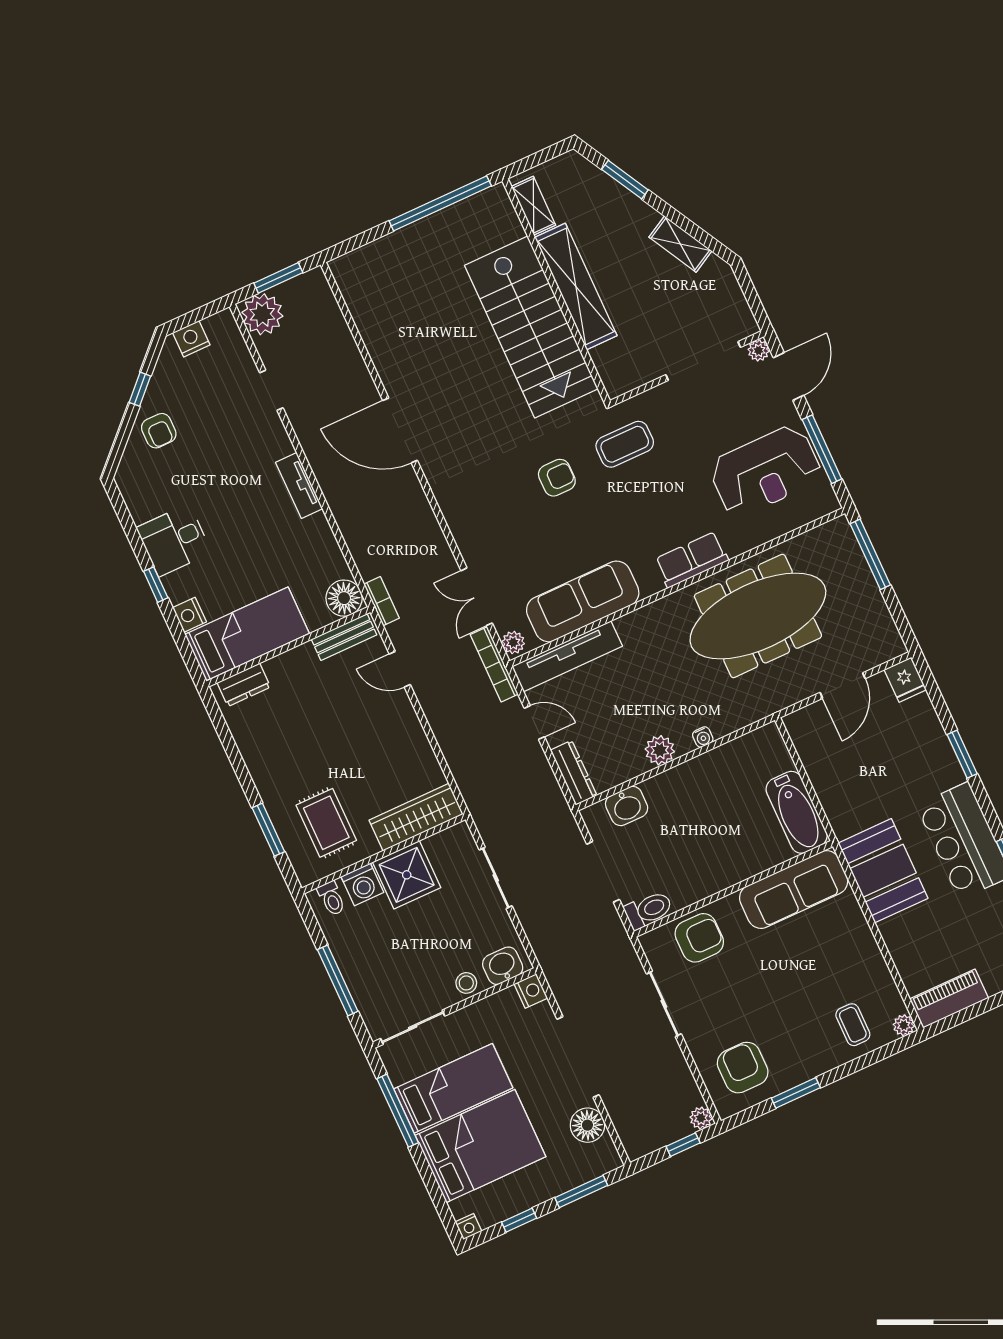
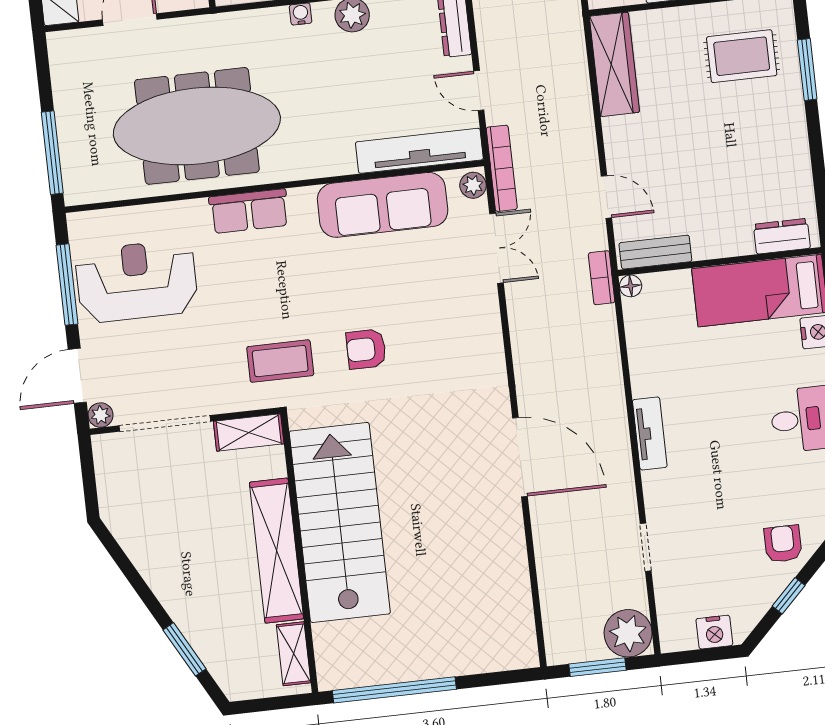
shelving: (680, 244) -> (249, 433), moved, turned -61
floor lamp: (344, 598) -> (631, 286), width x0.53, depth x0.53
wardrobe: (416, 817) -> (614, 64), moved, turned -90
rug: (326, 823) -> (742, 56), turned 90

